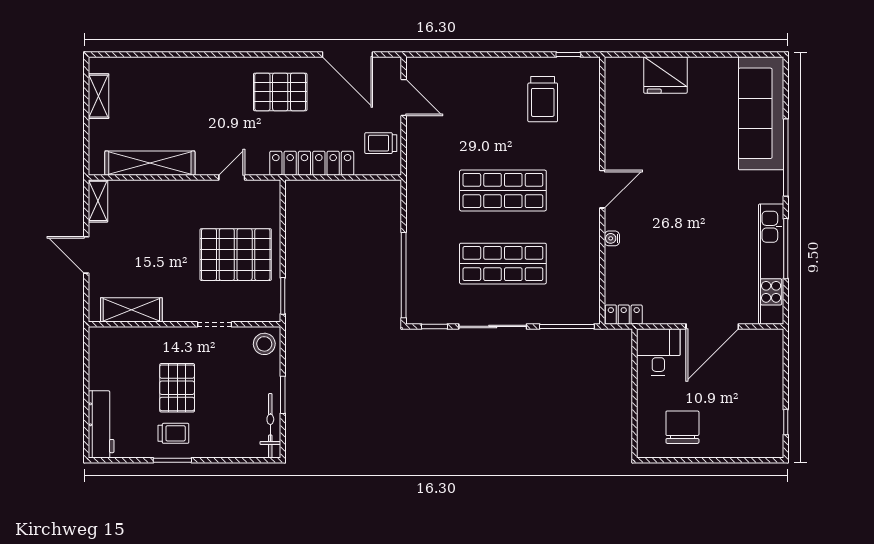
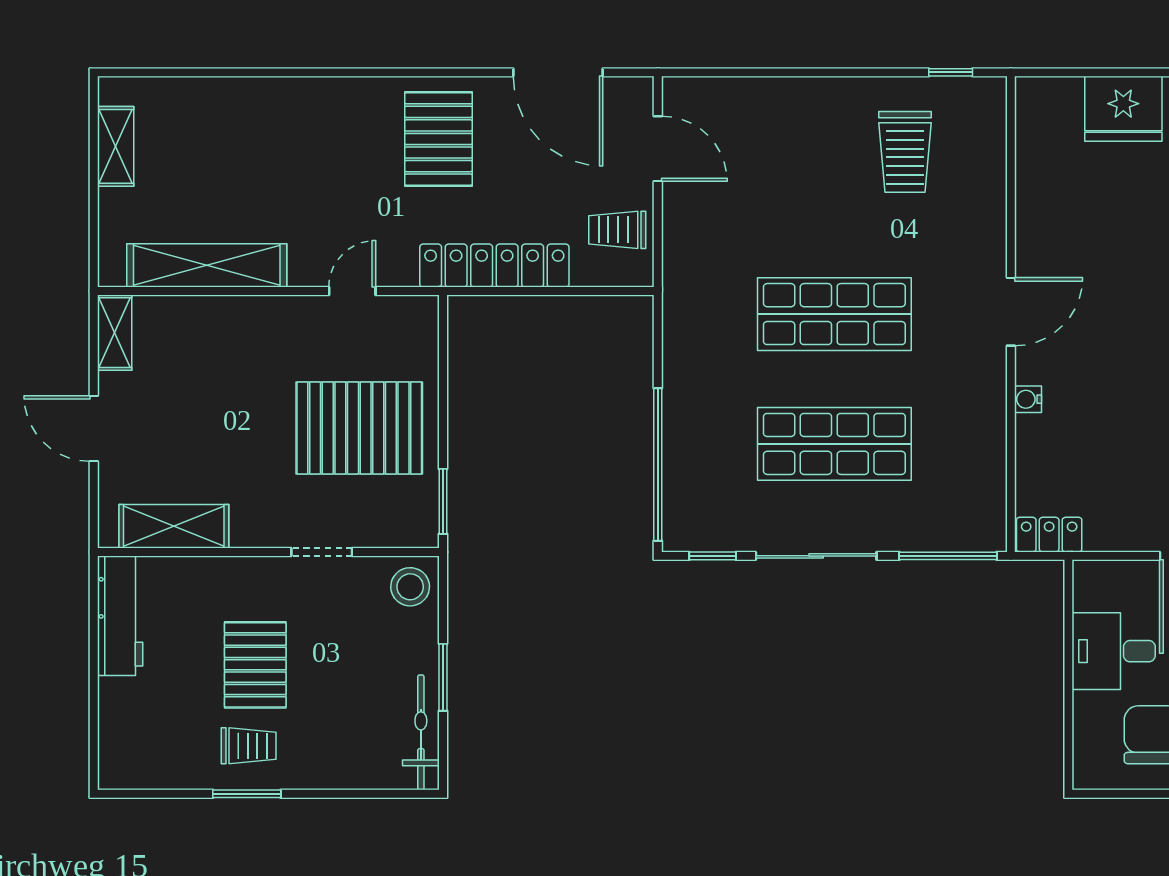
pallet: (280, 92) -> (438, 139), turned 90
desk: (658, 352) -> (1114, 651), moved, turned -90
workbench: (101, 424) -> (120, 616), moved

